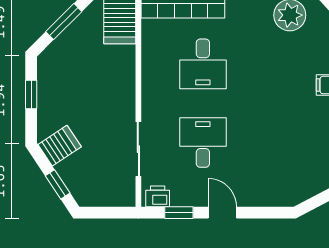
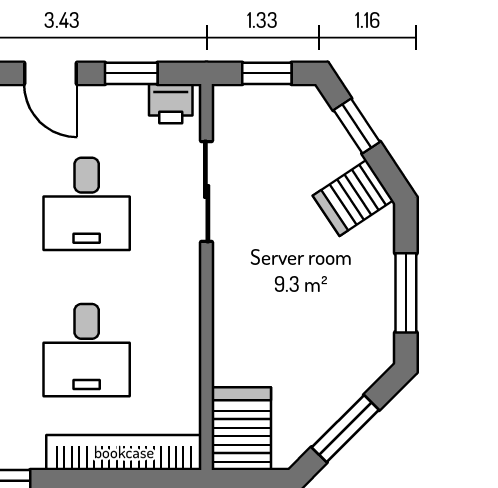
desk: (203, 64) -> (87, 350), turned 180
window: (31, 95) -> (406, 293), width x1.50
window: (106, 213) -> (267, 73), added

